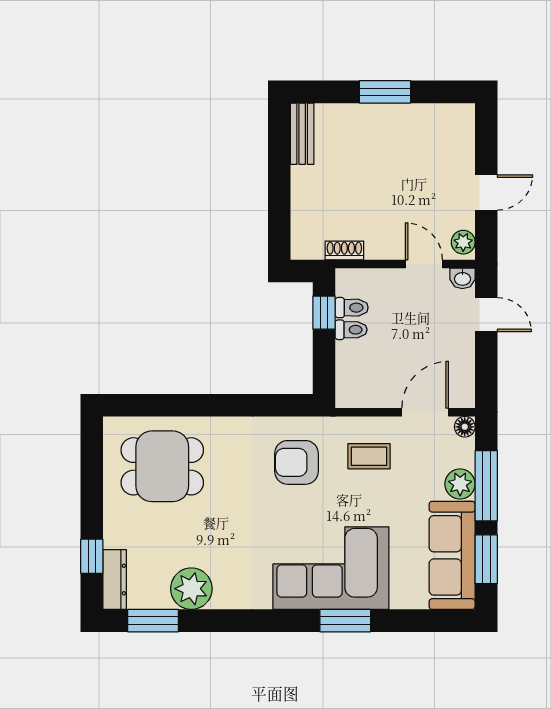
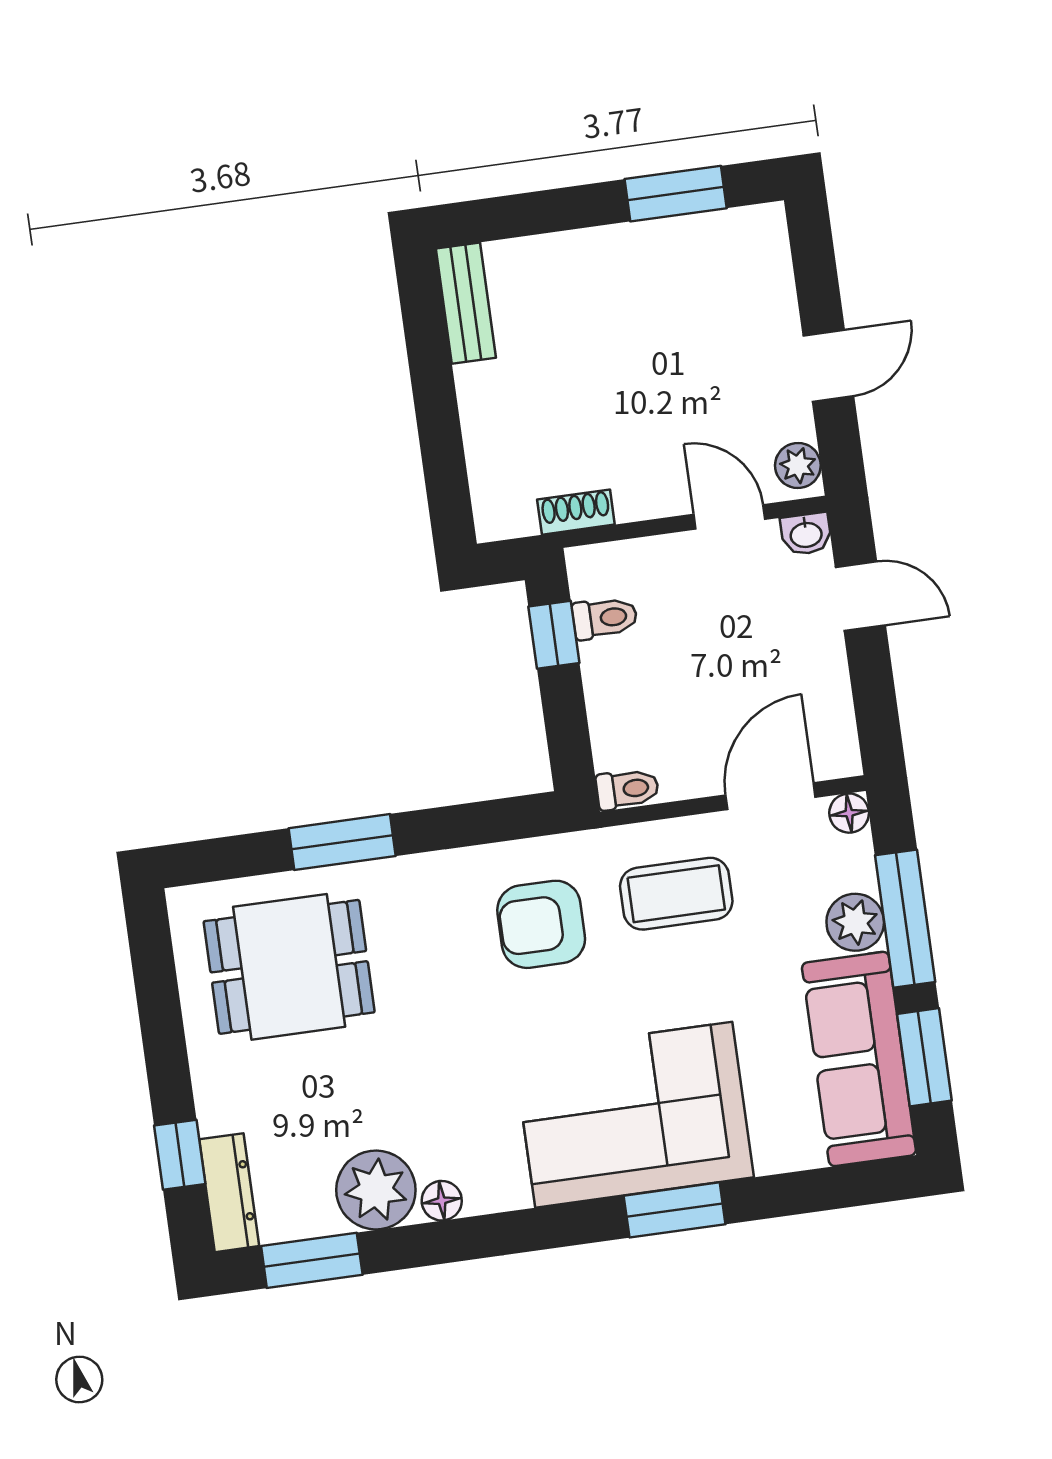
window: (385, 92) -> (676, 194), moved
toilet: (351, 330) -> (627, 789), moved
window: (199, 405) -> (342, 842), added
coffee table: (369, 456) -> (676, 894), width x1.36, depth x1.30
floor lamp: (225, 599) -> (442, 1201), added

